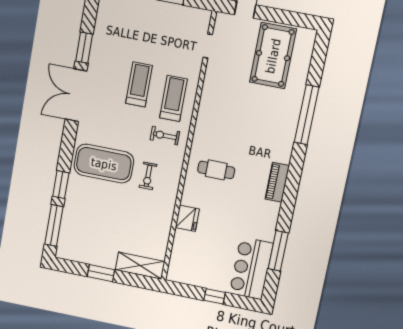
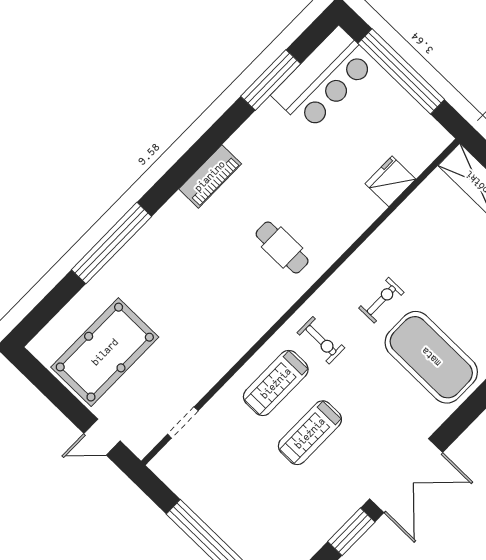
fridge: (187, 218) -> (390, 181), moved
window: (215, 296) -> (401, 71), width x3.17

